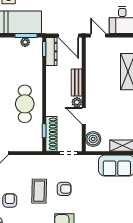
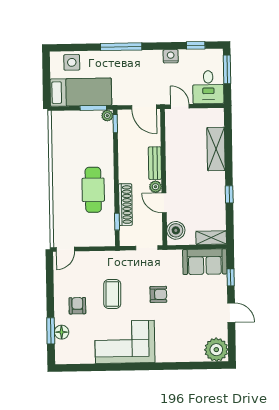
plant: (25, 42) -> (107, 116), moved
dresser: (51, 51) -> (124, 126), removed
shoe rack: (51, 134) -> (125, 205), moved
armchair: (64, 189) -> (158, 294), moved

